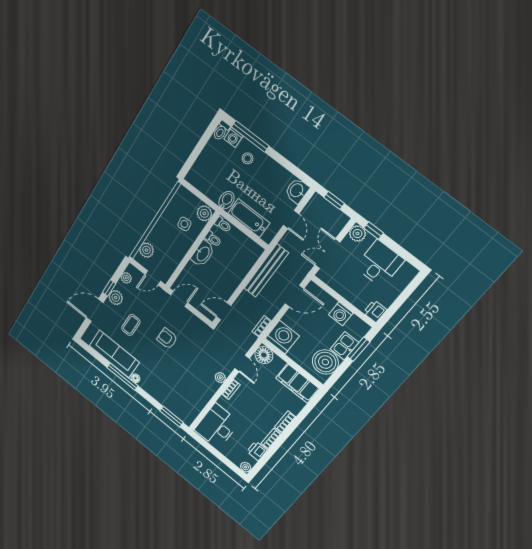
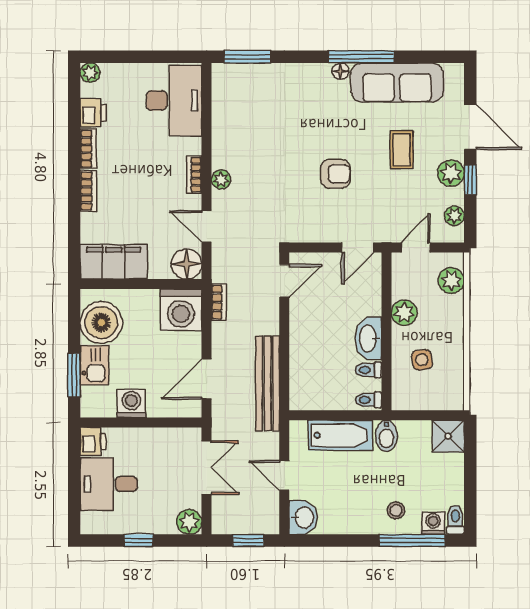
shower: (197, 177) -> (448, 436), added
plant: (204, 213) -> (404, 313), moved
window: (374, 231) -> (138, 540), moved
desk: (380, 264) -> (109, 484), moved, turned 90
door: (95, 310) -> (470, 127), hinge flipped

